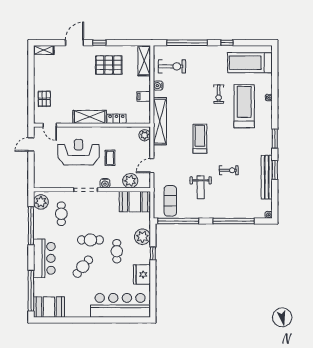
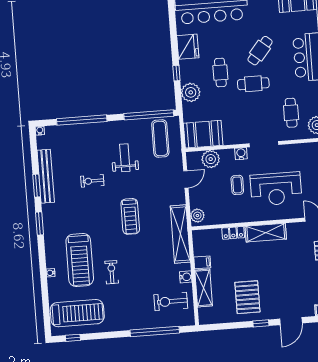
window: (227, 43) -> (73, 338), moved
shelving: (144, 61) -> (204, 288), moved
pallet: (109, 65) -> (247, 297), turned 90

